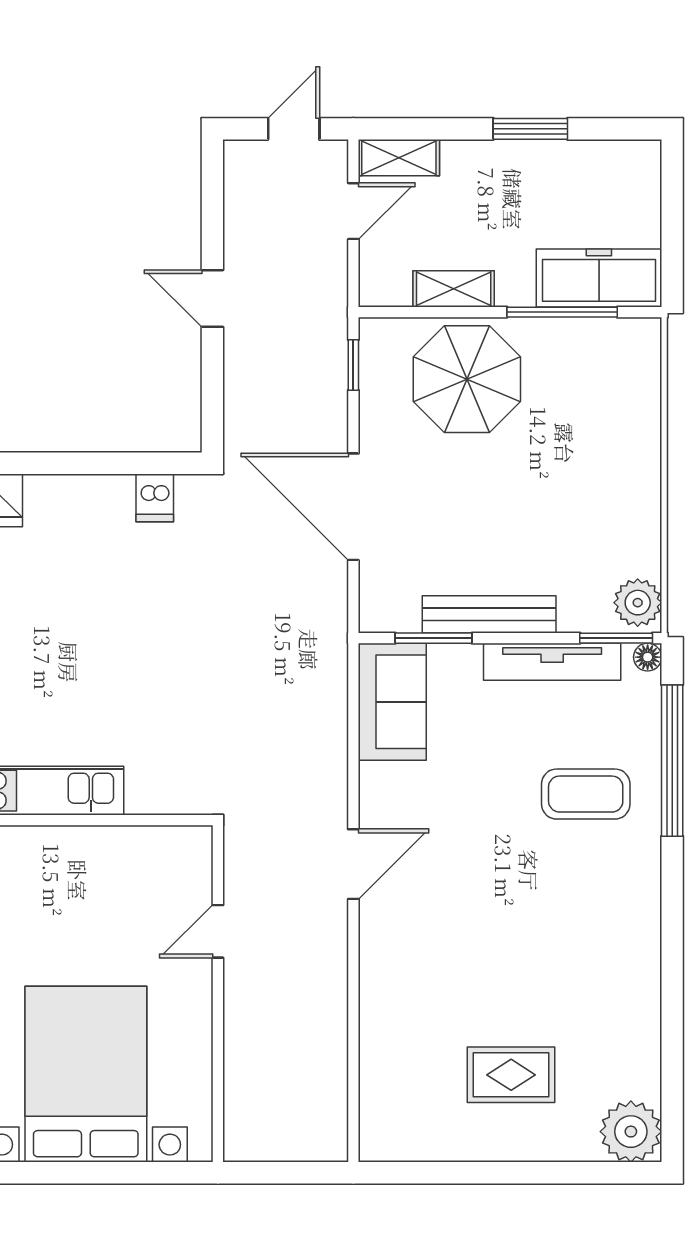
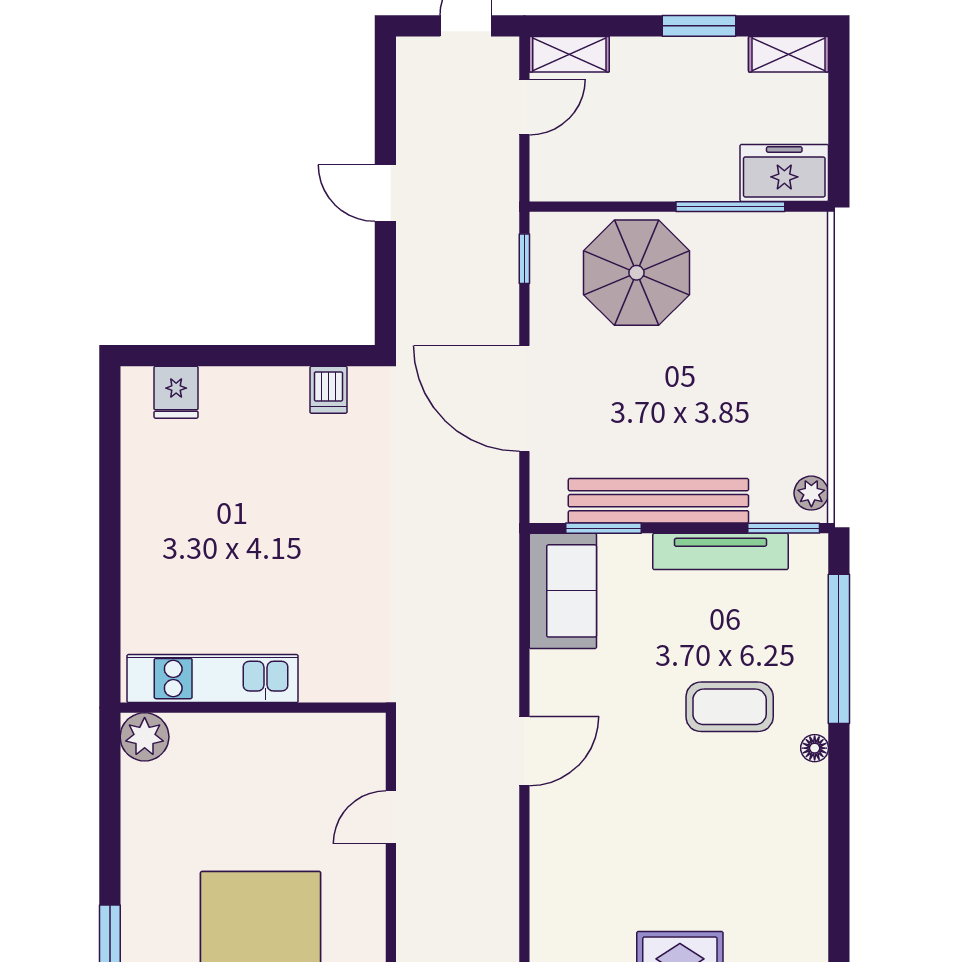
freezer: (599, 278) -> (784, 173), width x0.71
shelving: (454, 289) -> (789, 54), moved
plant: (638, 603) -> (811, 493), width x0.73, depth x0.73
bench: (489, 614) -> (658, 501), width x1.37, depth x1.21
floor lamp: (648, 657) -> (815, 748), moved
coffee table: (586, 794) -> (730, 707), moved

